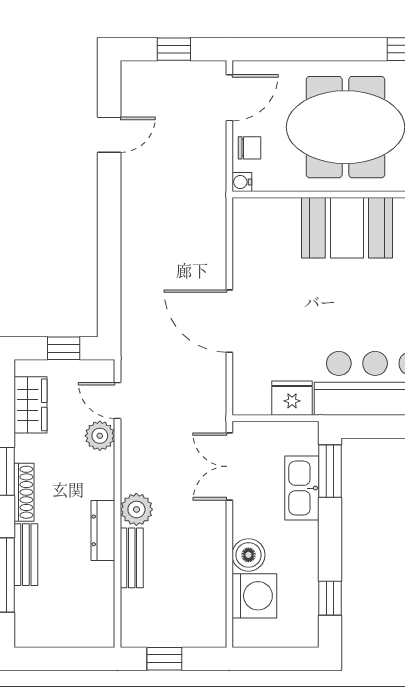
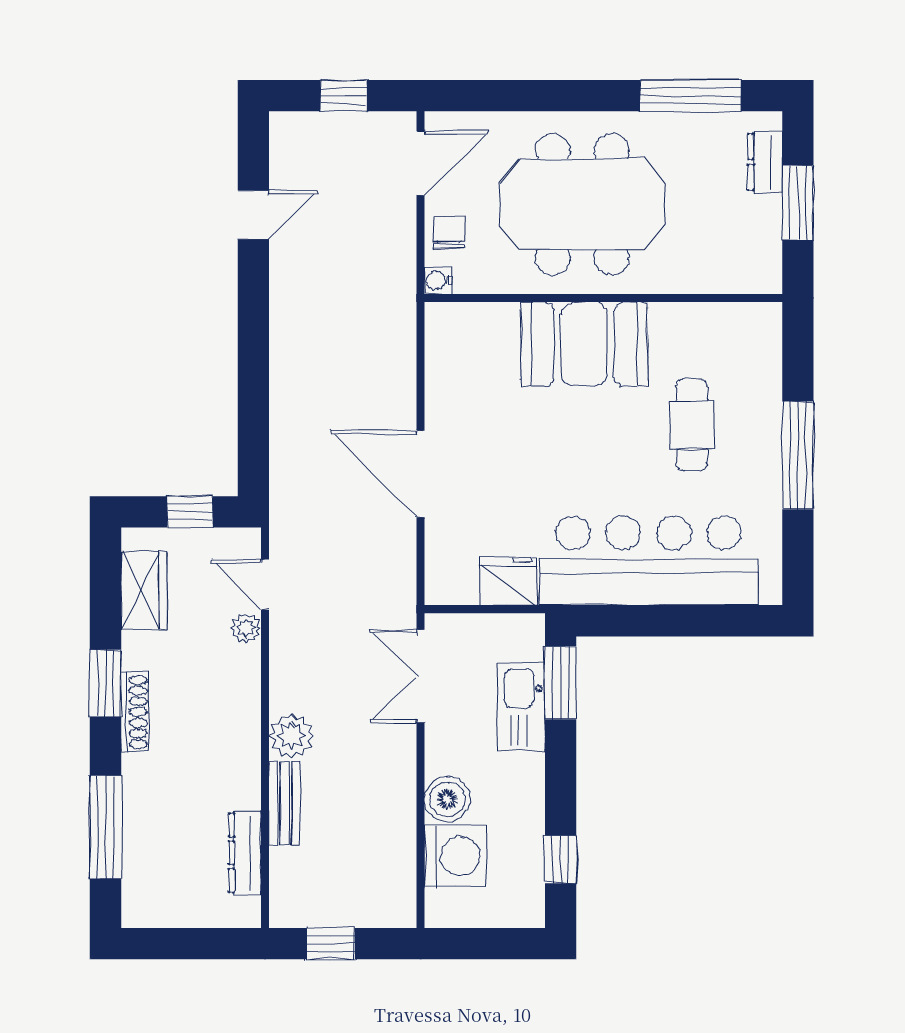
chair: (250, 148) -> (449, 233), turned -90
plant: (100, 436) -> (246, 628), width x0.73, depth x0.73
dresser: (103, 530) -> (245, 853), moved
bench: (26, 555) -> (138, 799), removed

